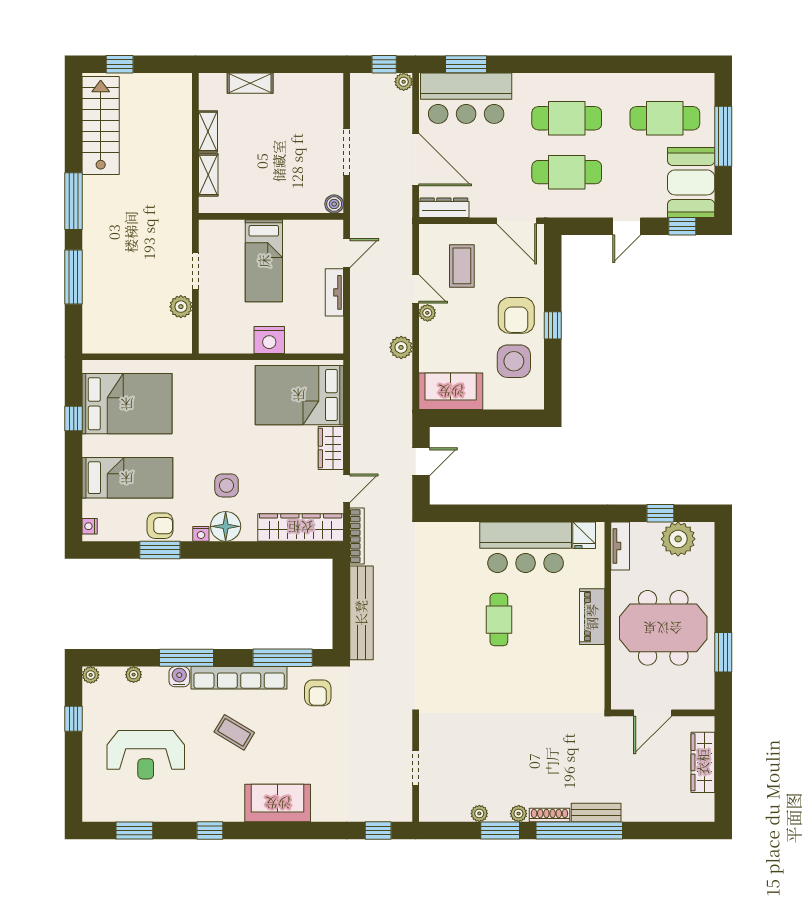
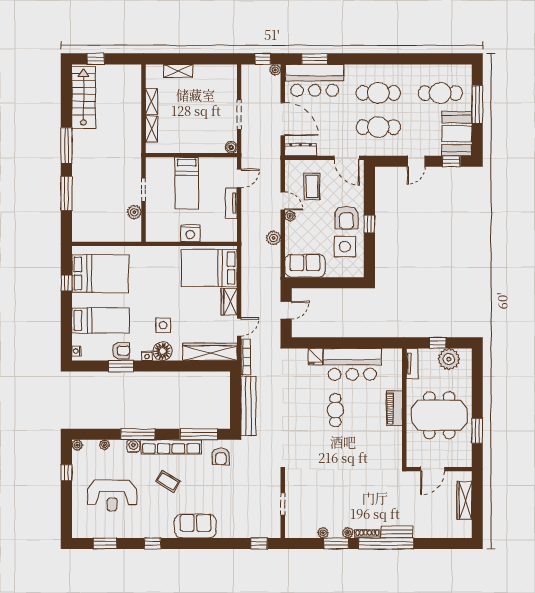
fridge: (584, 535) -> (315, 357), moved

